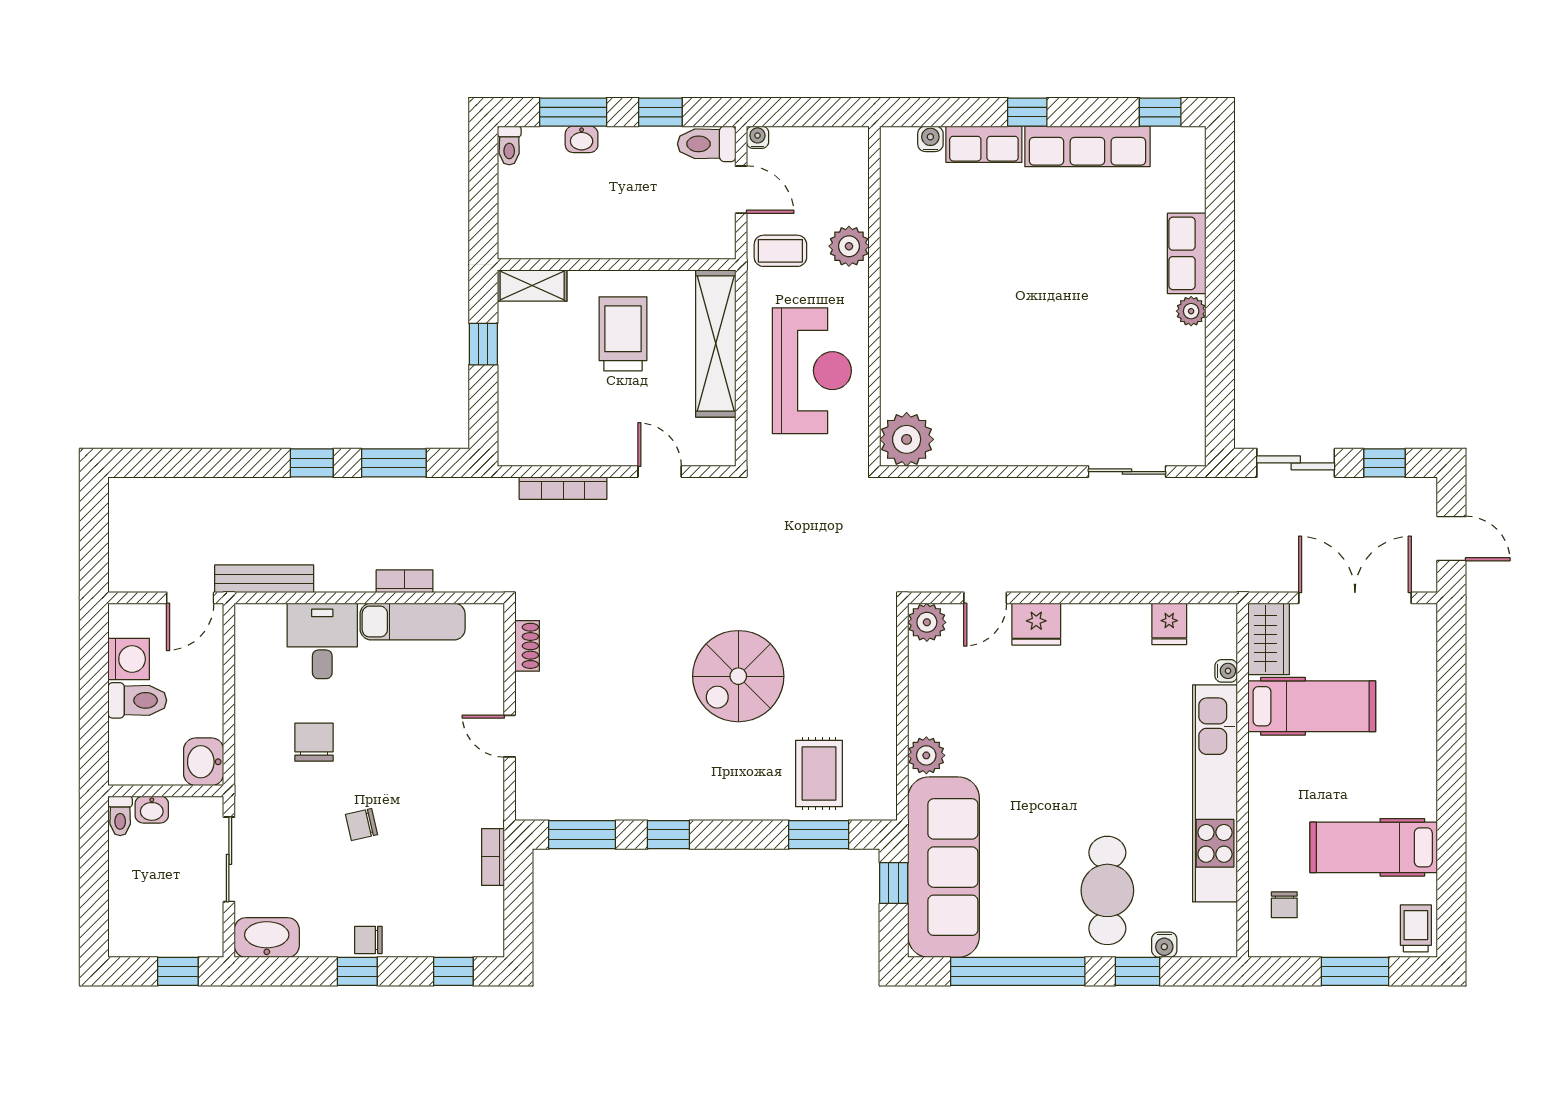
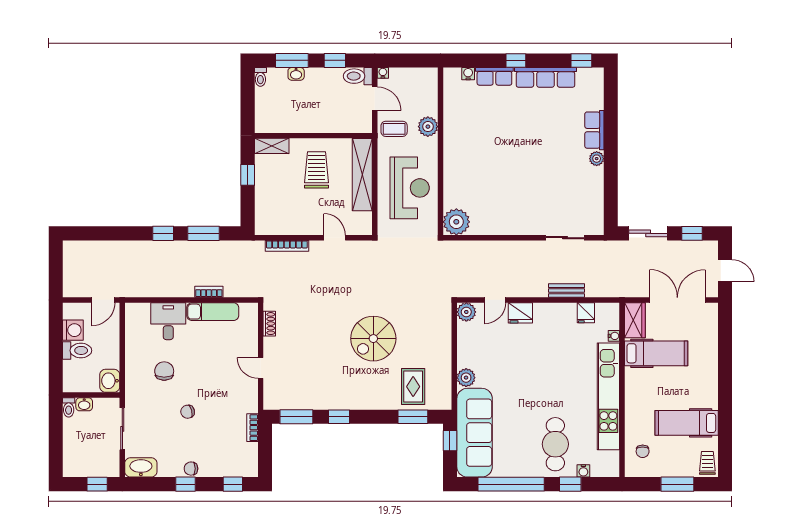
bench: (264, 579) -> (567, 291), moved, width x0.73

